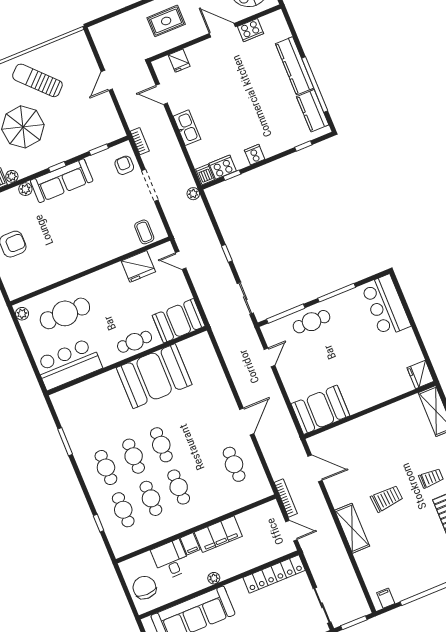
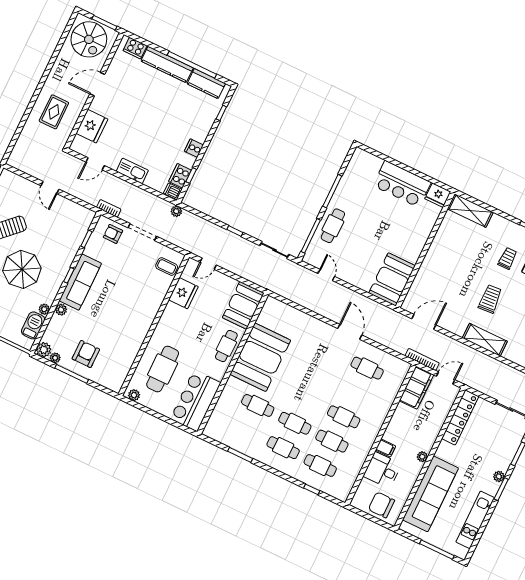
cooker: (251, 30) -> (135, 48), moved, turned 90
fridge: (179, 61) -> (92, 126), width x1.88, depth x1.34
bar counter: (386, 306) -> (402, 184), moved
cafe table: (161, 445) -> (258, 405), moved
filing cabinet: (218, 534) -> (416, 388), moved

